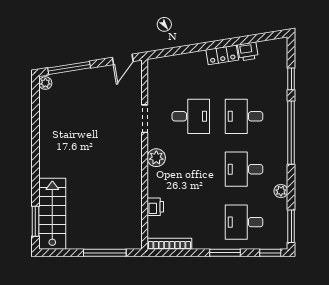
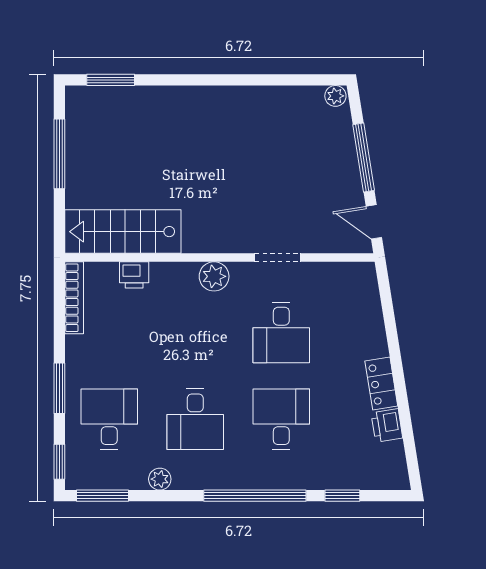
window: (69, 68) -> (364, 157), moved
desk: (244, 169) -> (195, 419), turned 180
stairs: (52, 214) -> (123, 232), moved, turned 180
window: (105, 253) -> (59, 154), moved

